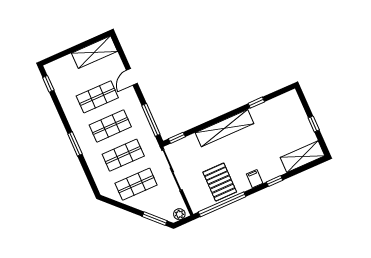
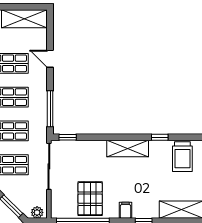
door: (132, 77) -> (50, 59), hinge flipped
trolley: (283, 111) -> (182, 157), added
shelving: (225, 128) -> (128, 148), width x0.68

